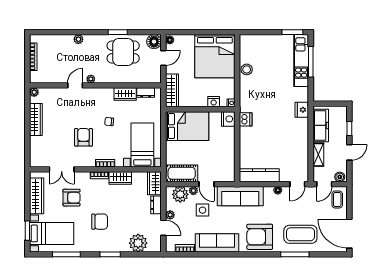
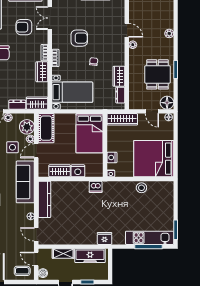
nightstand: (228, 119) -> (78, 171), moved
wardrobe: (228, 159) -> (60, 171), added
armchair: (72, 198) -> (24, 27), turned 90

